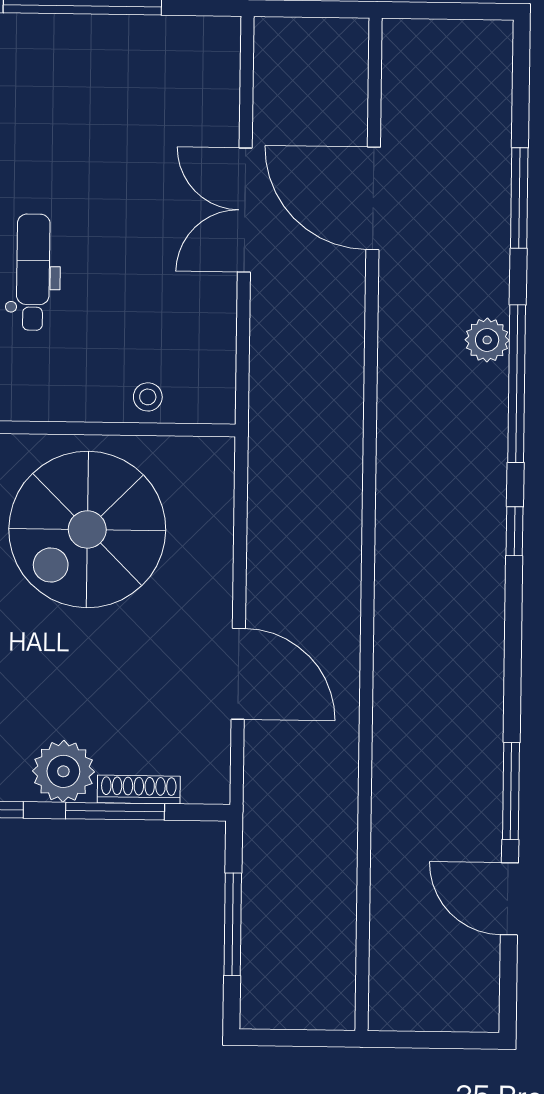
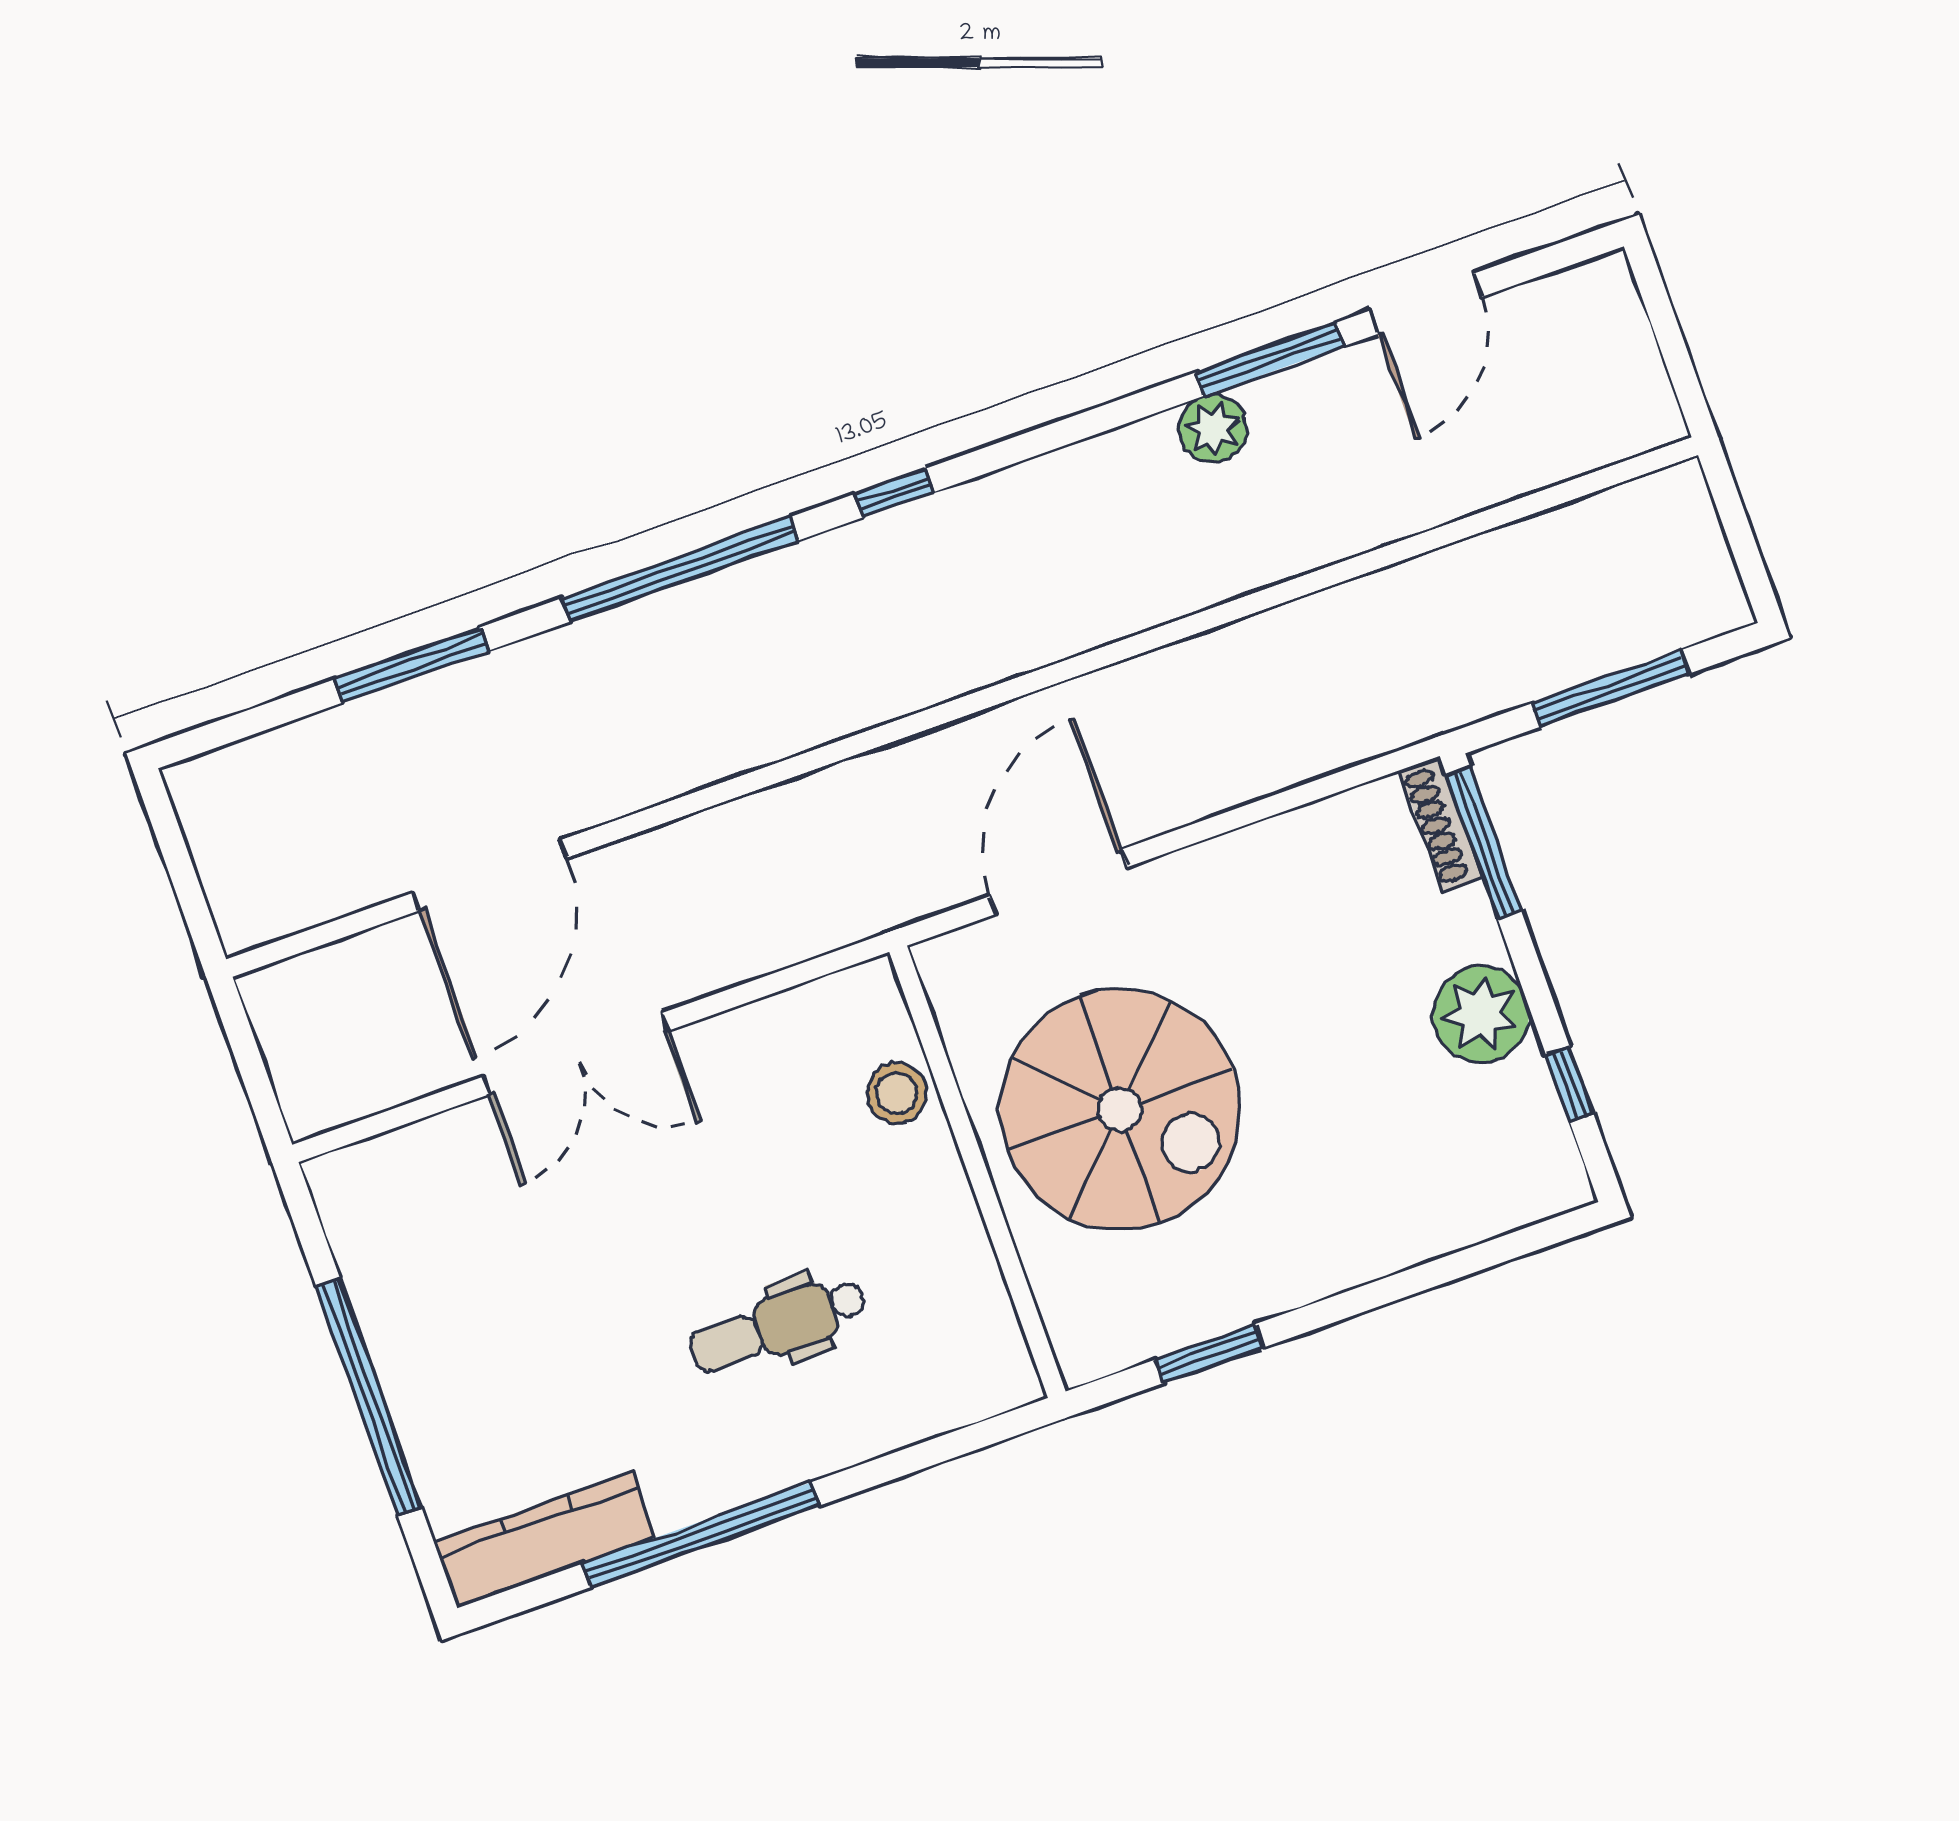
plant: (487, 340) -> (1213, 429), moved
stool: (148, 397) -> (897, 1093), width x1.37, depth x1.37
door: (238, 674) -> (1059, 882), moved
shoe rack: (139, 790) -> (1441, 824), moved
window: (115, 811) -> (1484, 842), moved

